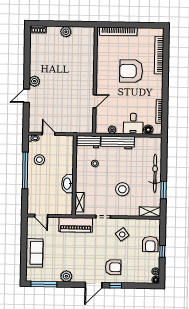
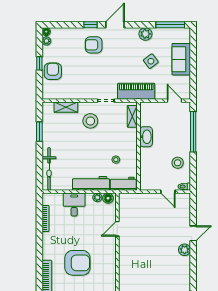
floor lamp: (148, 130) -> (108, 198), moved
window: (25, 170) -> (193, 132), moved
bicycle: (155, 173) -> (49, 169), moved
stool: (122, 189) -> (90, 121), moved
shelving: (150, 212) -> (66, 107), moved
side table: (122, 234) -> (151, 61), moved

